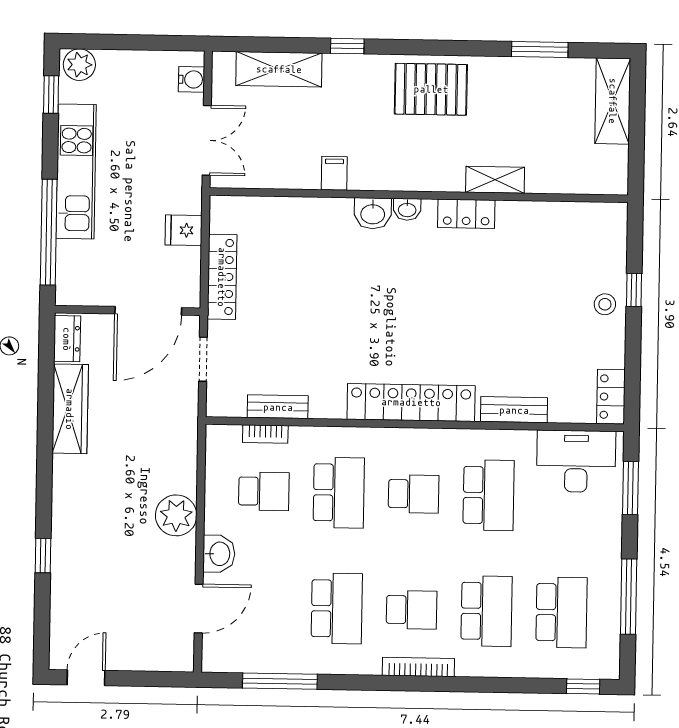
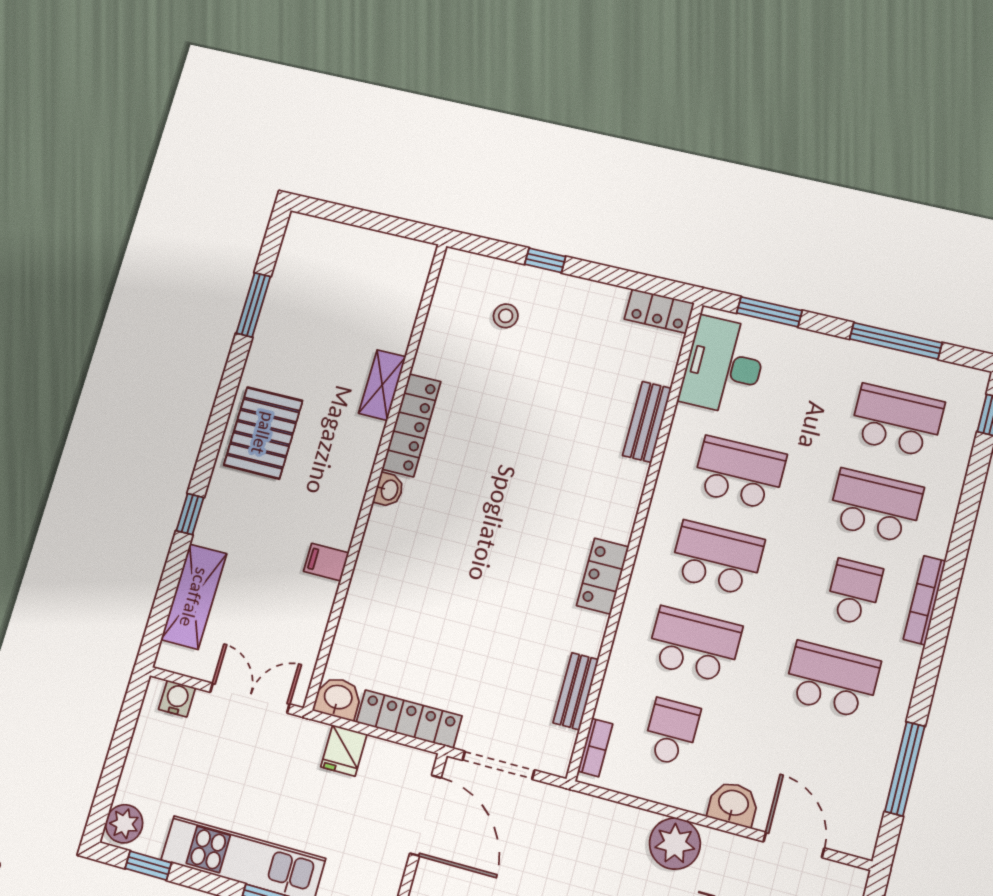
shelving: (613, 101) -> (331, 239), removed
washbasin: (373, 213) -> (338, 698), moved, turned -90
locker: (466, 214) -> (411, 425), width x1.53
stool: (605, 304) -> (506, 316), moved
doorway: (203, 359) -> (498, 765), width x1.38
locker: (411, 402) -> (603, 576), width x0.46, depth x0.83
bookcase: (265, 434) -> (595, 748), moved
school desk: (414, 494) -> (717, 558), width x1.85

